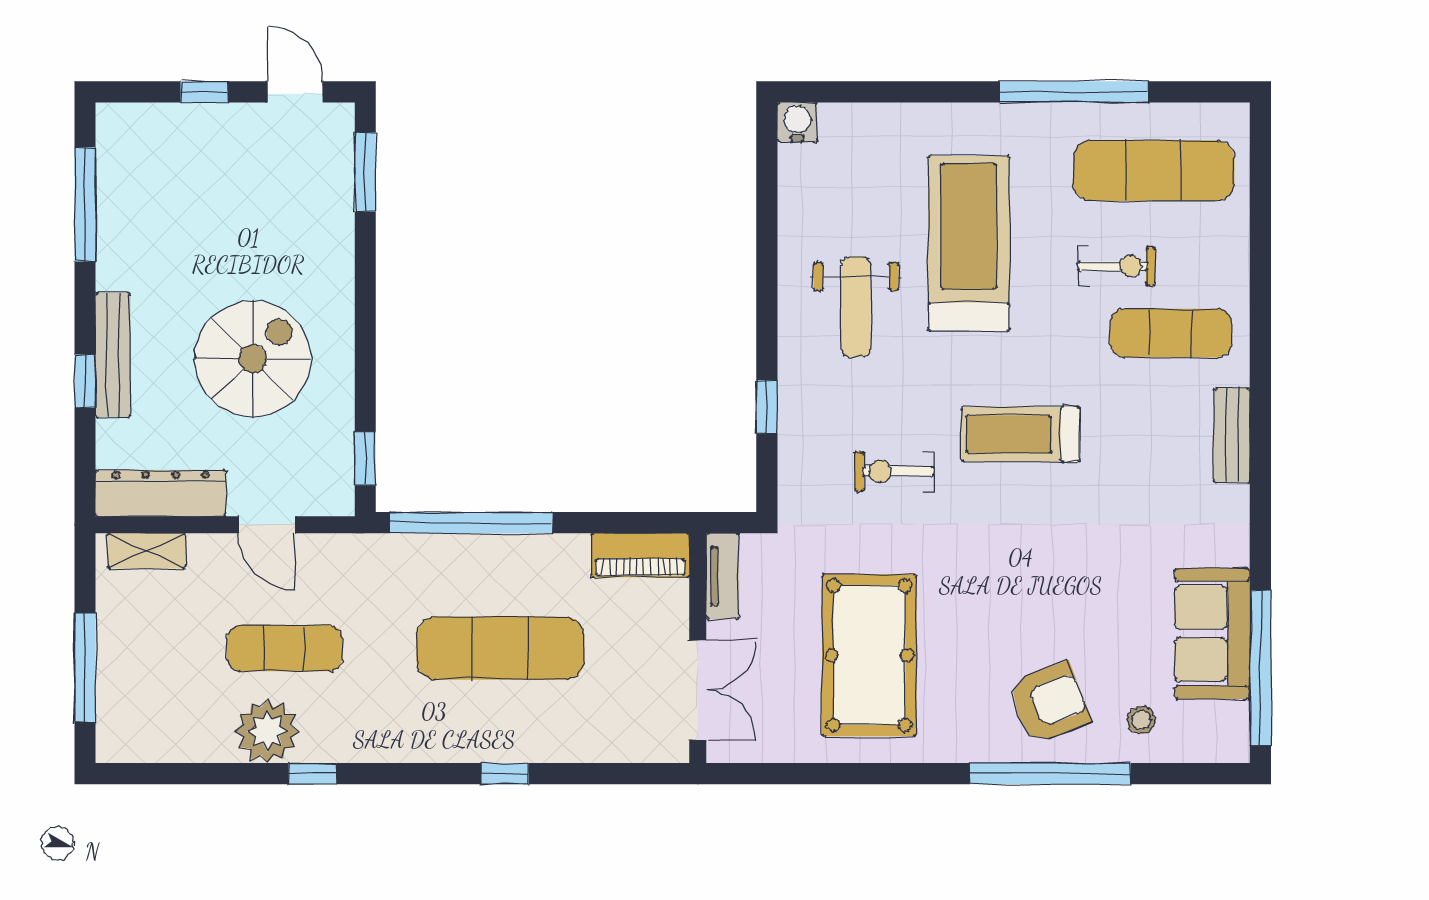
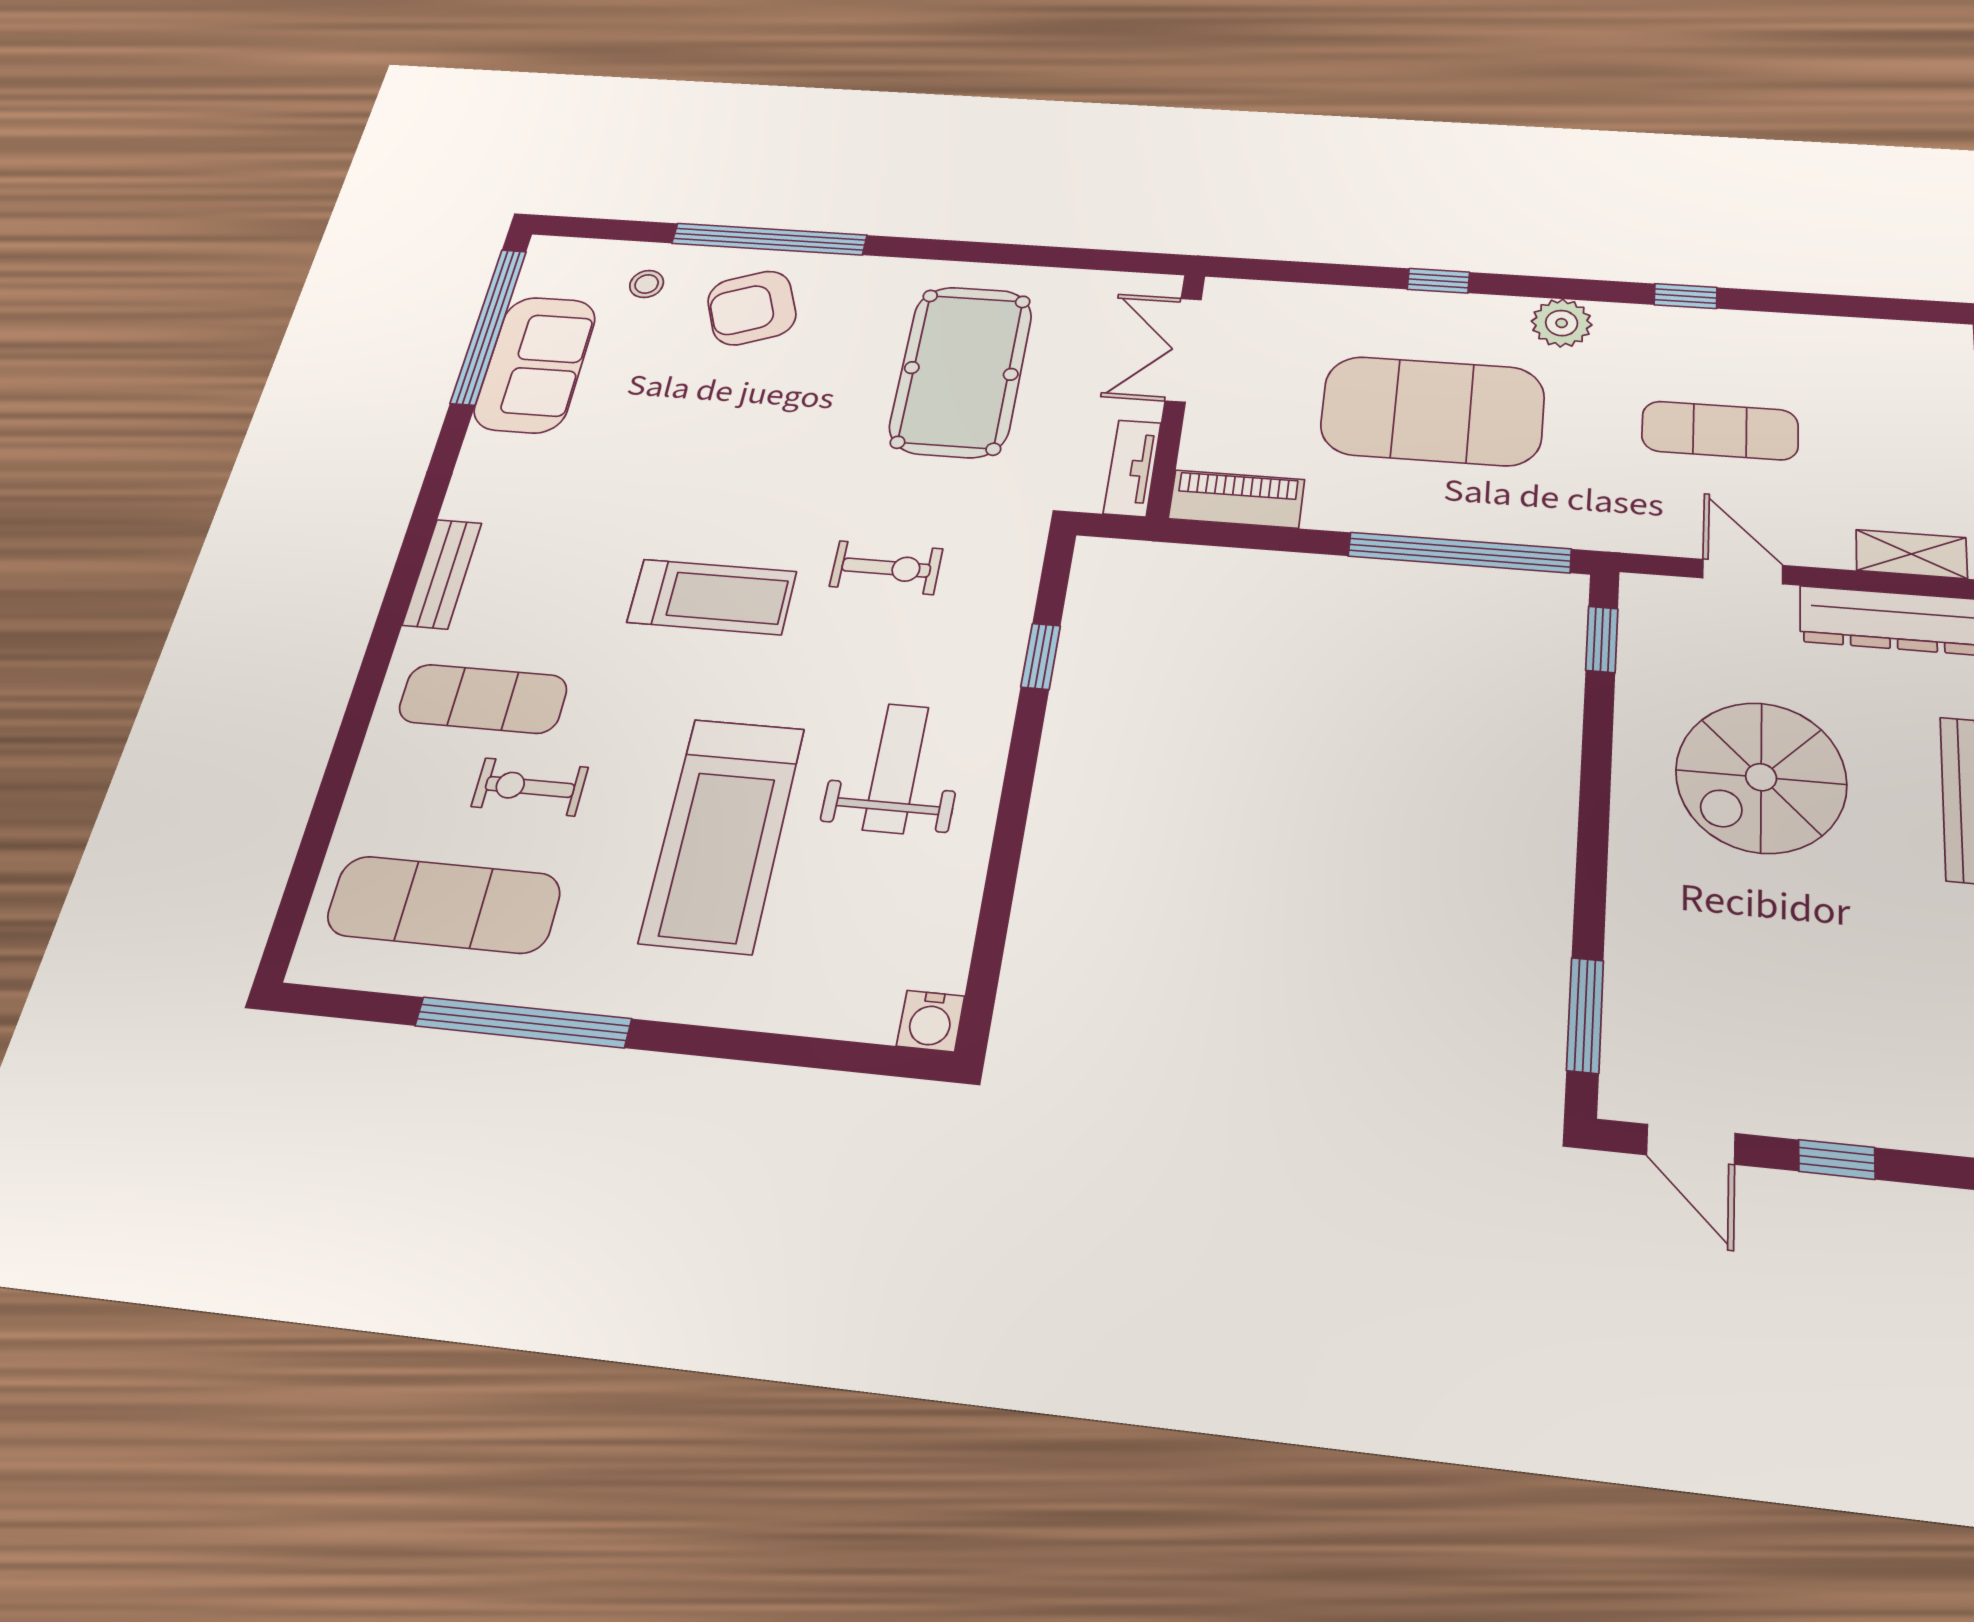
exercise mat: (500, 648) -> (1432, 411), width x1.47
plant: (267, 731) -> (1562, 323), moved, width x0.73, depth x0.73

